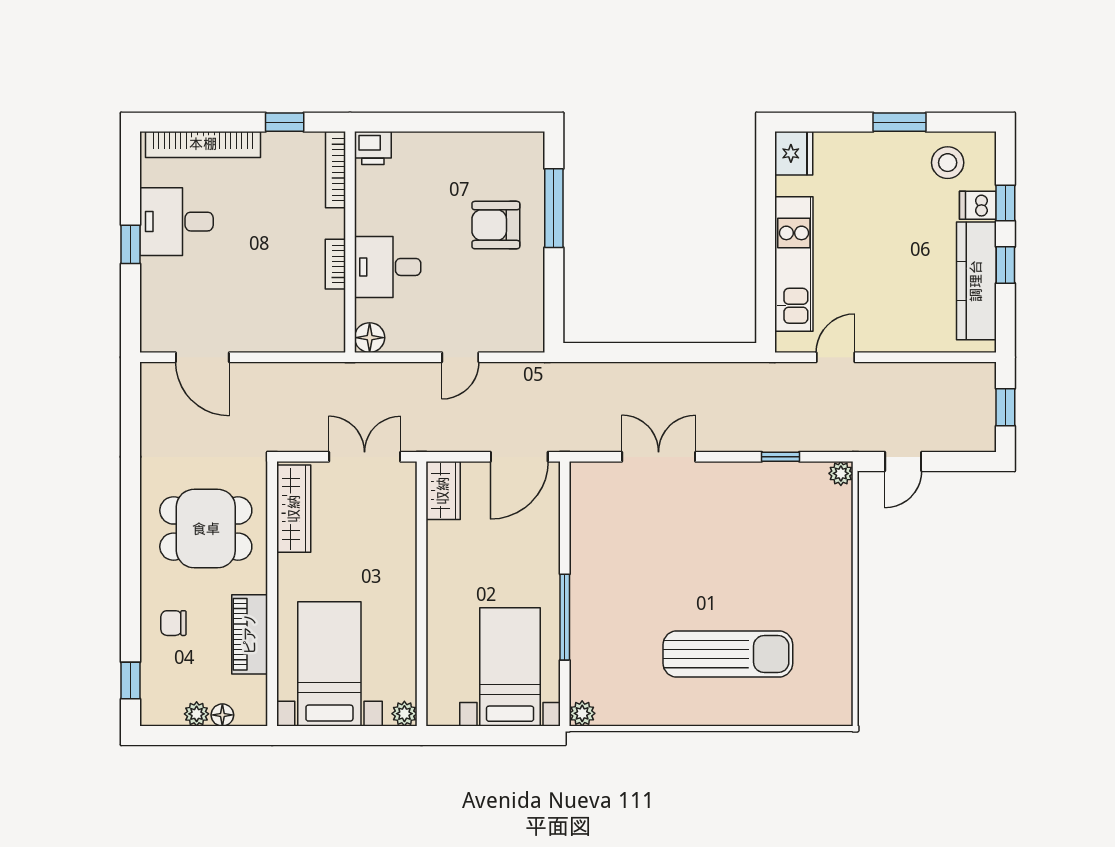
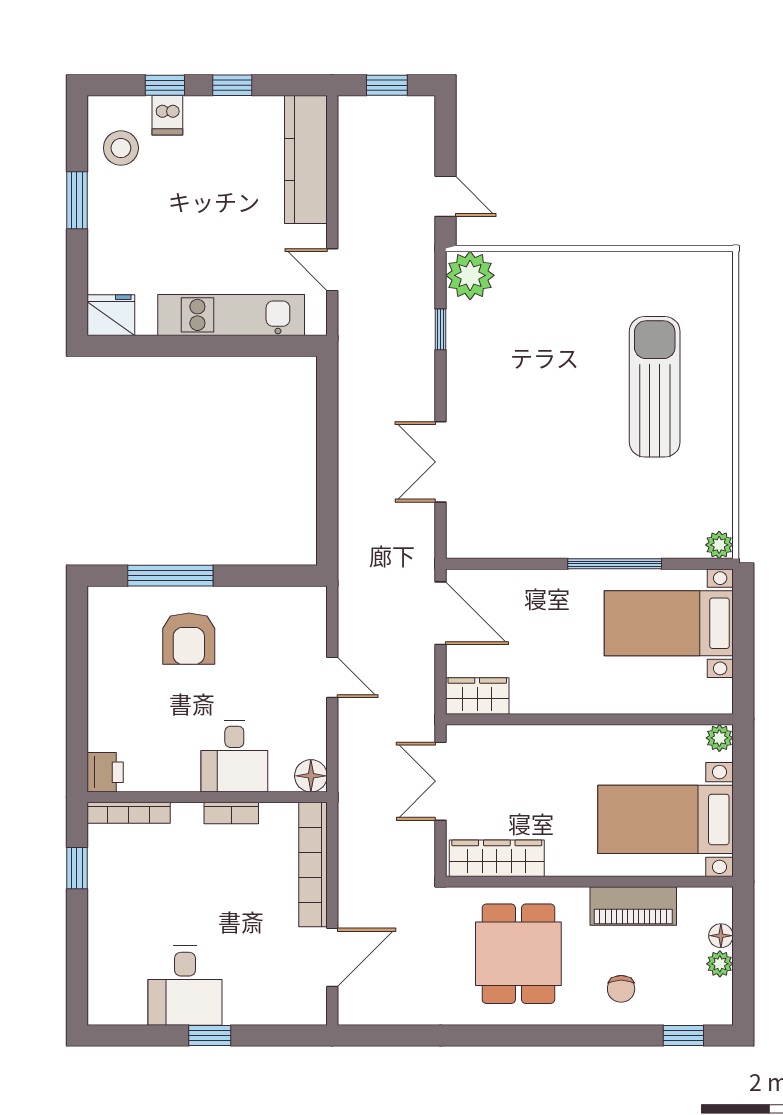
bookcase: (203, 144) -> (313, 865), moved, turned 180
kitchen counter: (976, 281) -> (306, 160), moved, turned 90
plant: (841, 473) -> (470, 275), width x1.87, depth x1.87

